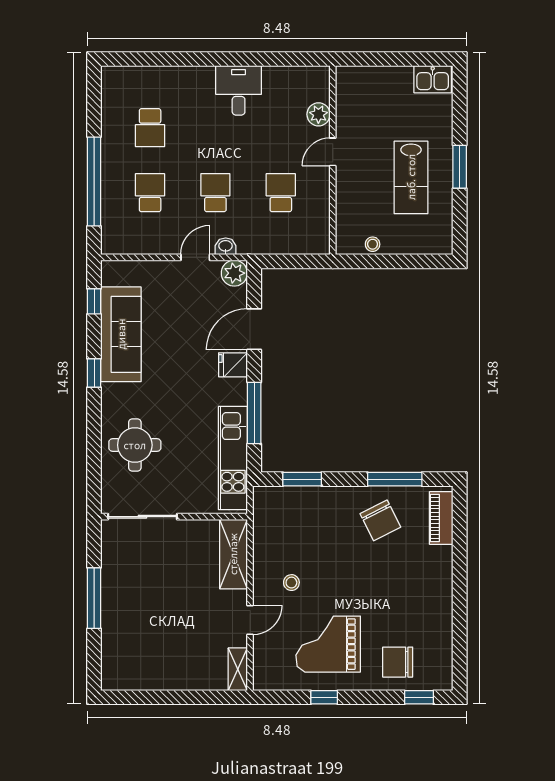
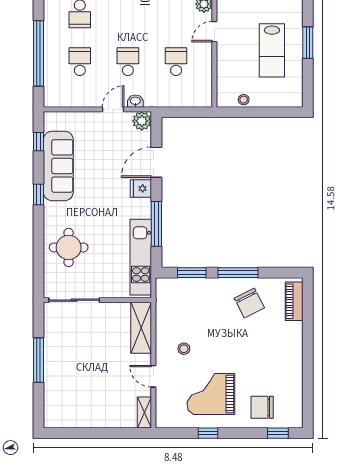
window: (395, 479) -> (238, 273), moved
door: (250, 620) -> (153, 376), swing flipped

